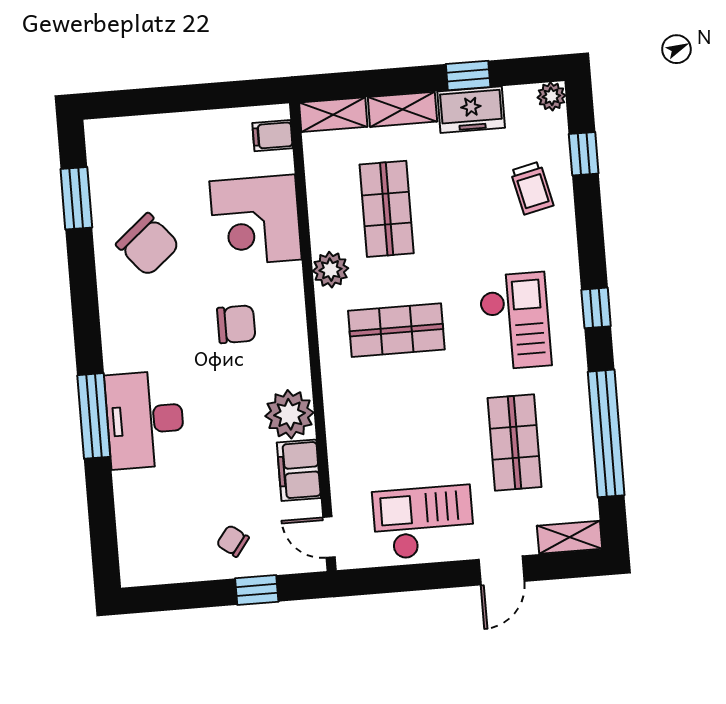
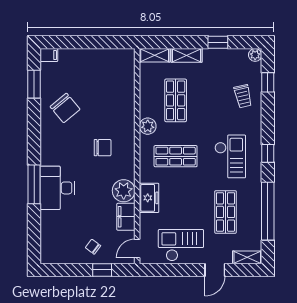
freezer: (471, 110) -> (149, 198), moved, turned -90
filing cabinet: (272, 136) -> (49, 55), moved, turned 180
corner desk: (256, 220) -> (115, 101), removed
door: (329, 537) -> (137, 248), hinge flipped

